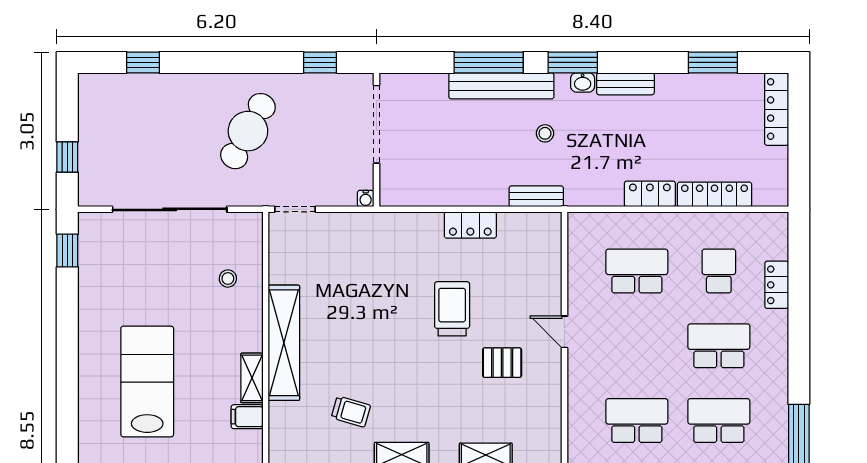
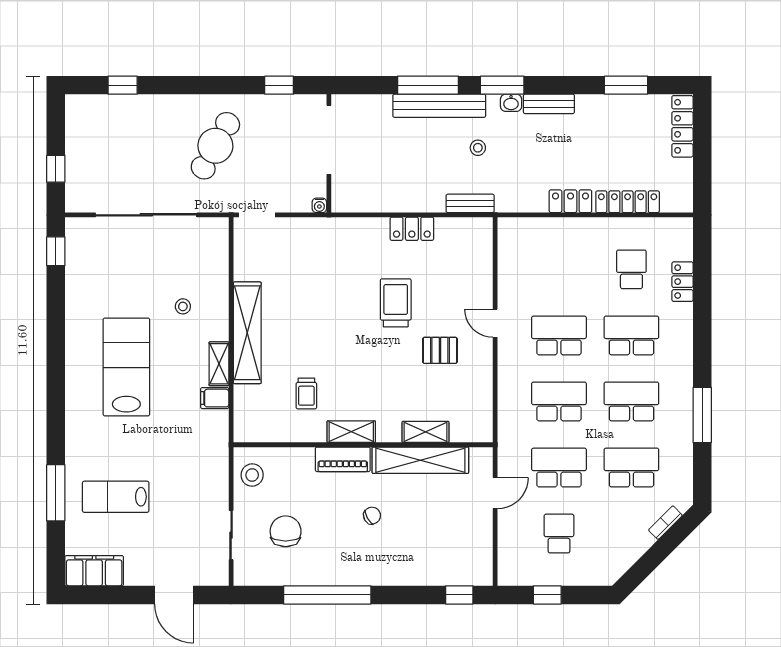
school desk: (637, 271) -> (559, 335), moved
stool: (228, 278) -> (183, 306), moved
trolley: (351, 411) -> (306, 393), turned 74

